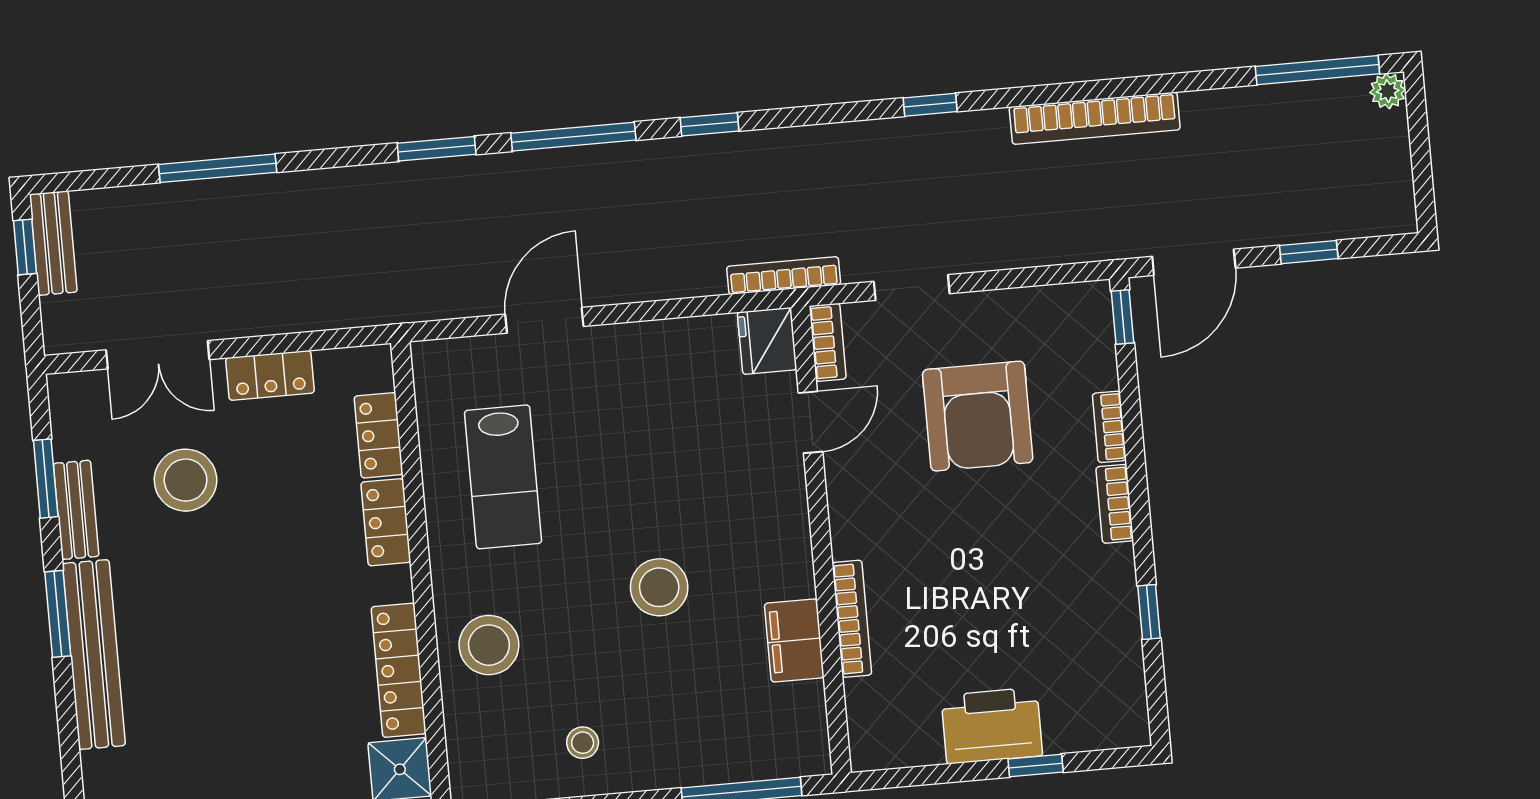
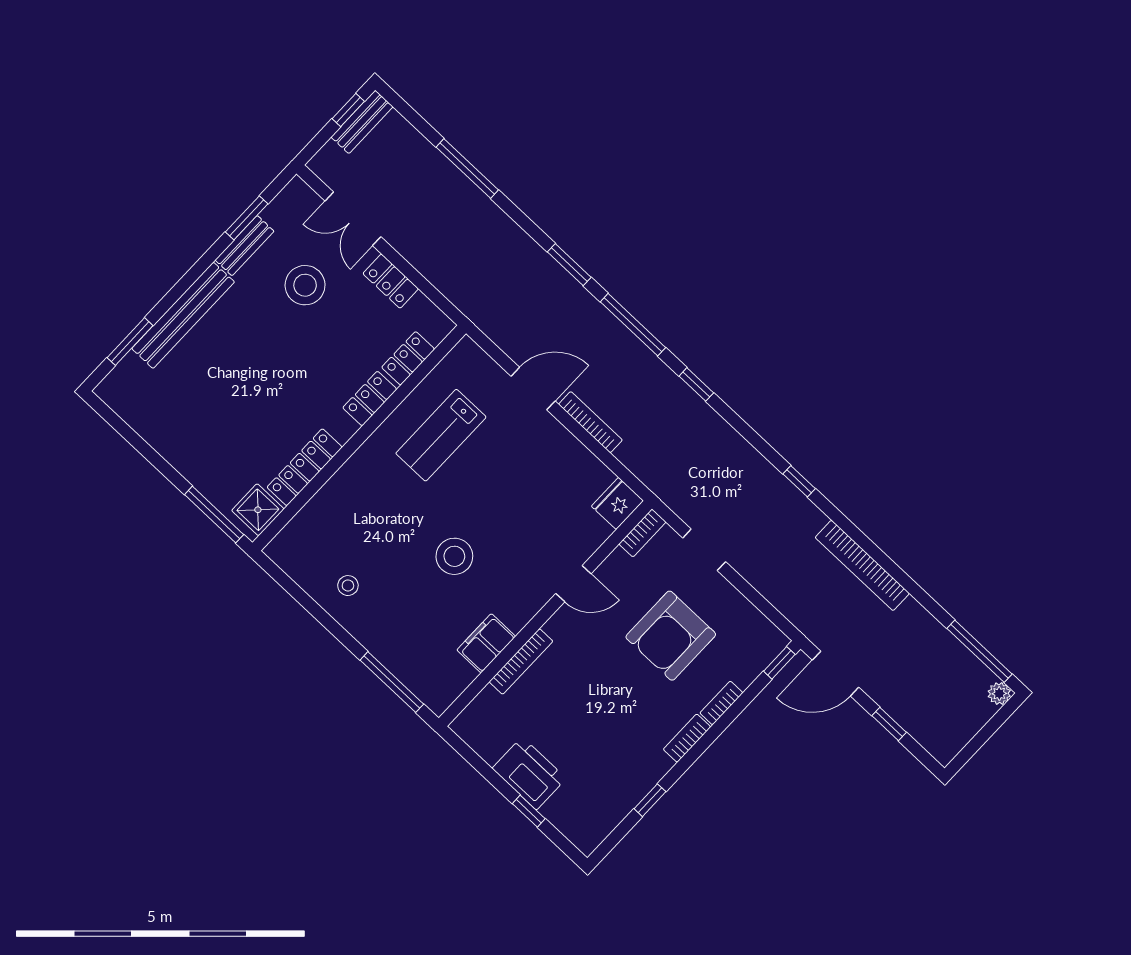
bookcase: (784, 275) -> (590, 422), moved
door: (810, 422) -> (573, 584), moved
window: (58, 614) -> (130, 342), moved
stool: (489, 645) -> (355, 500), removed

